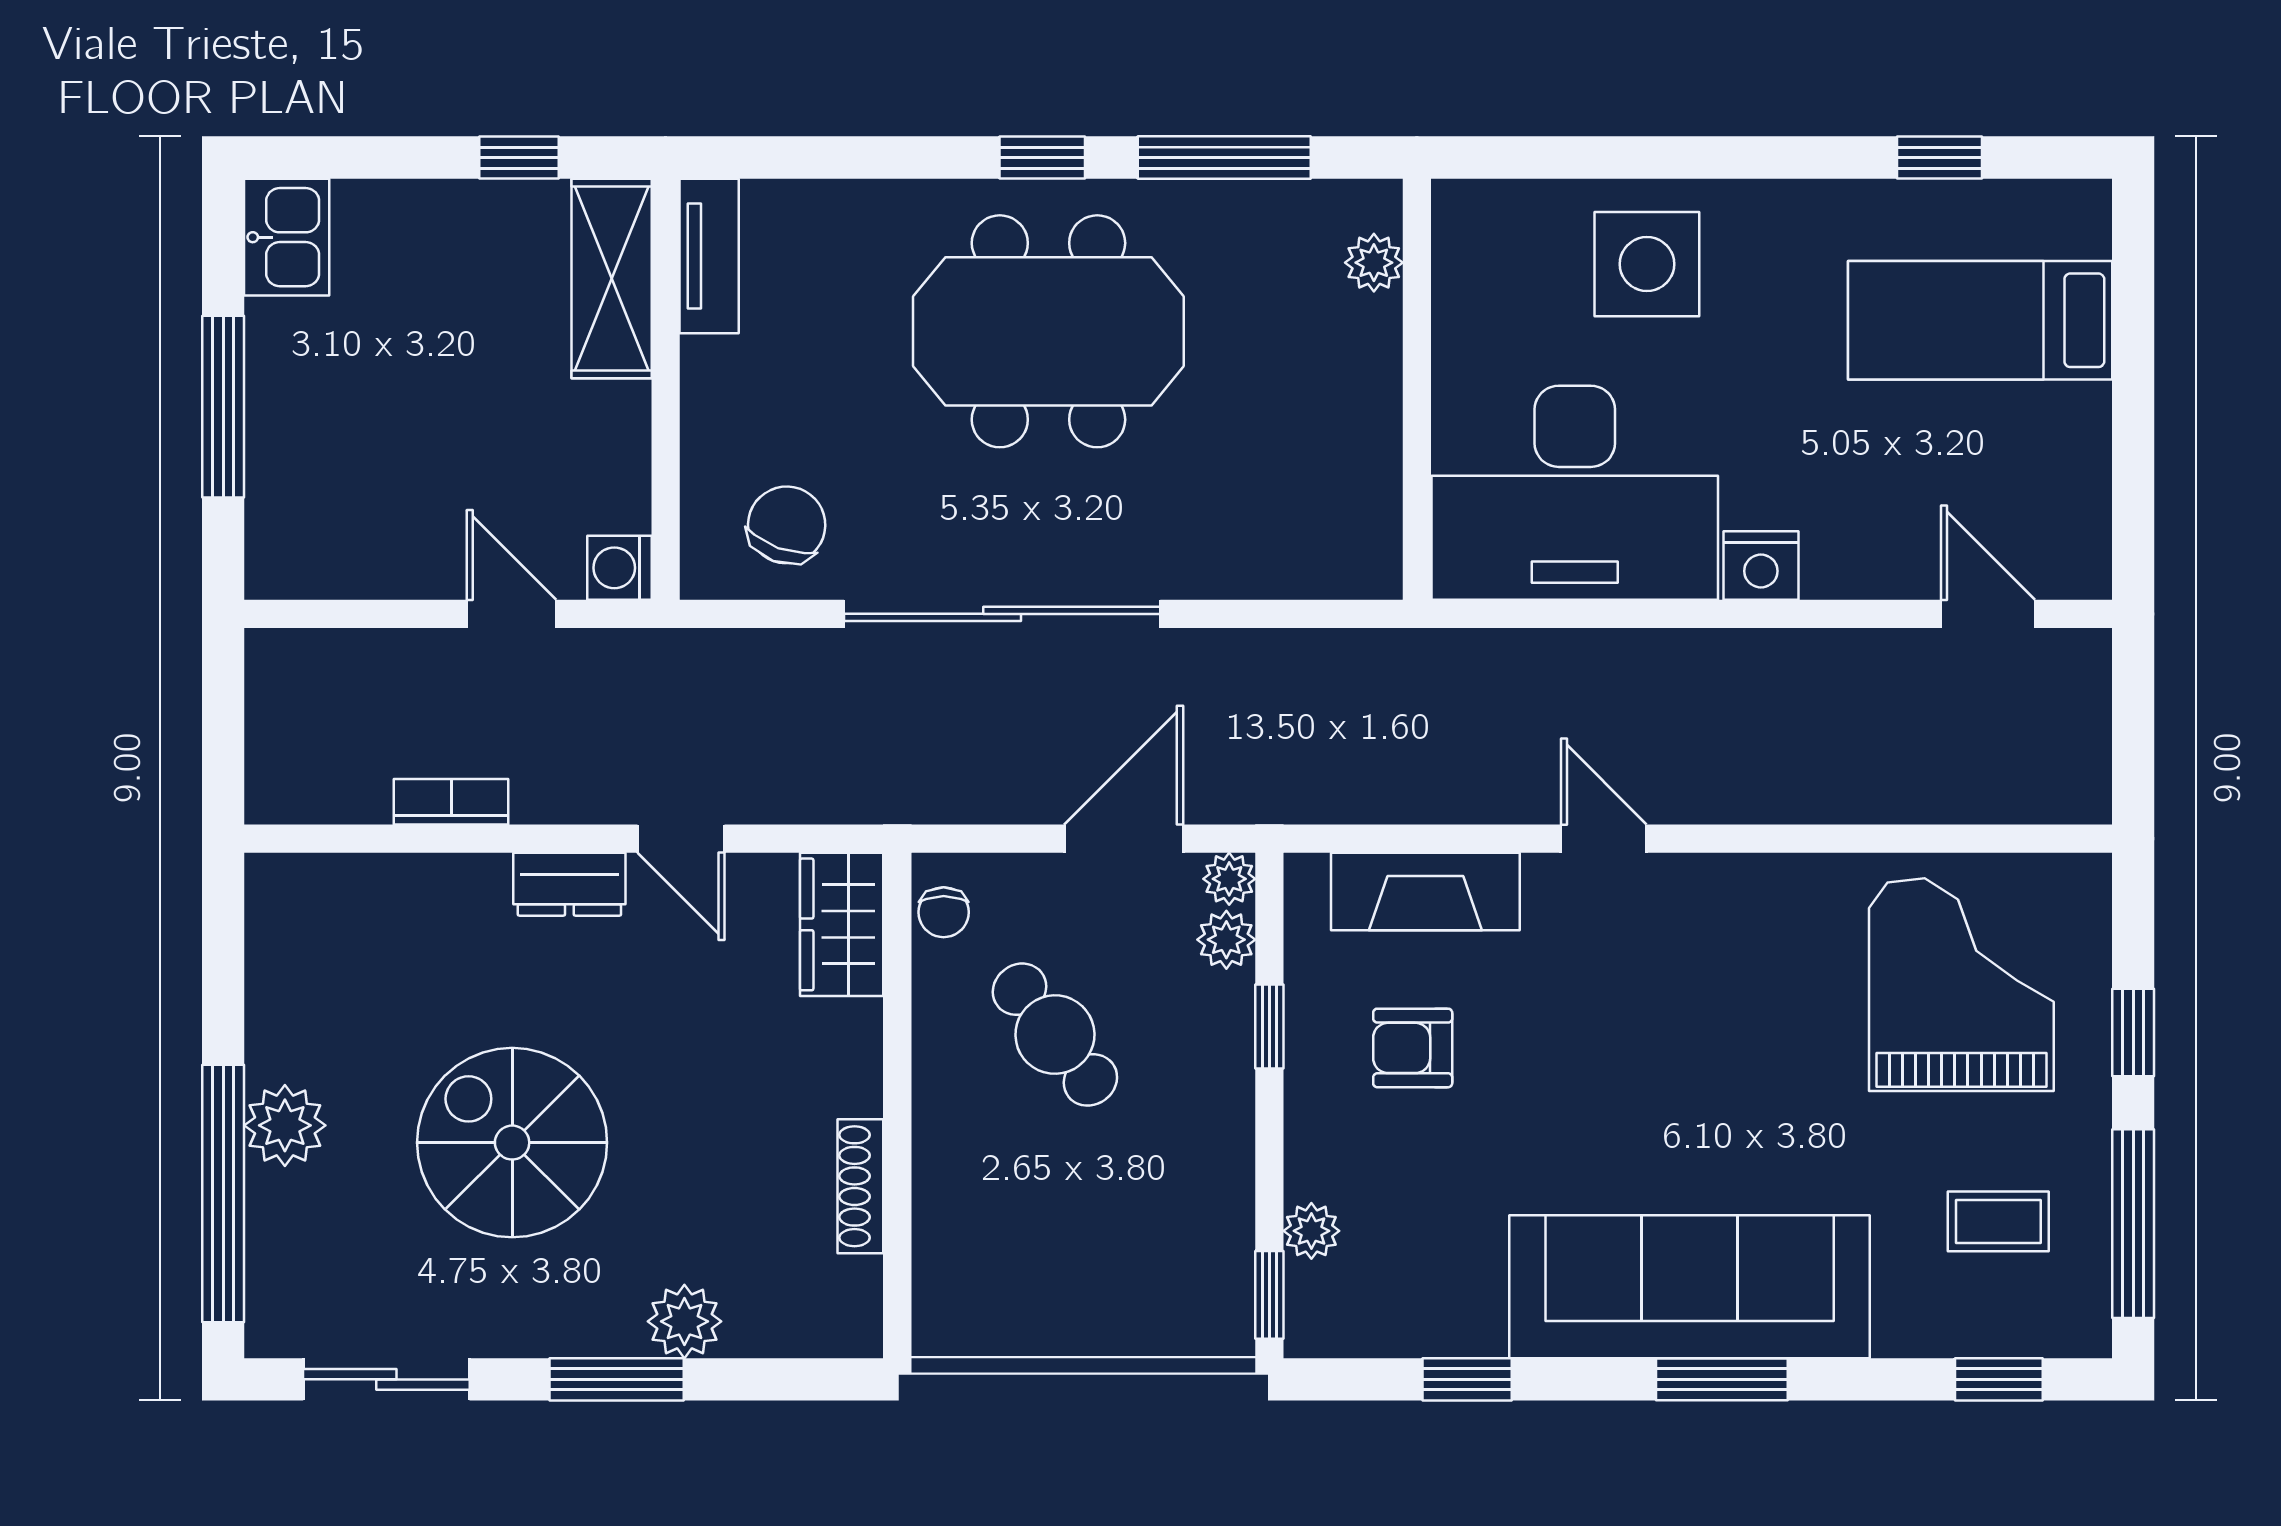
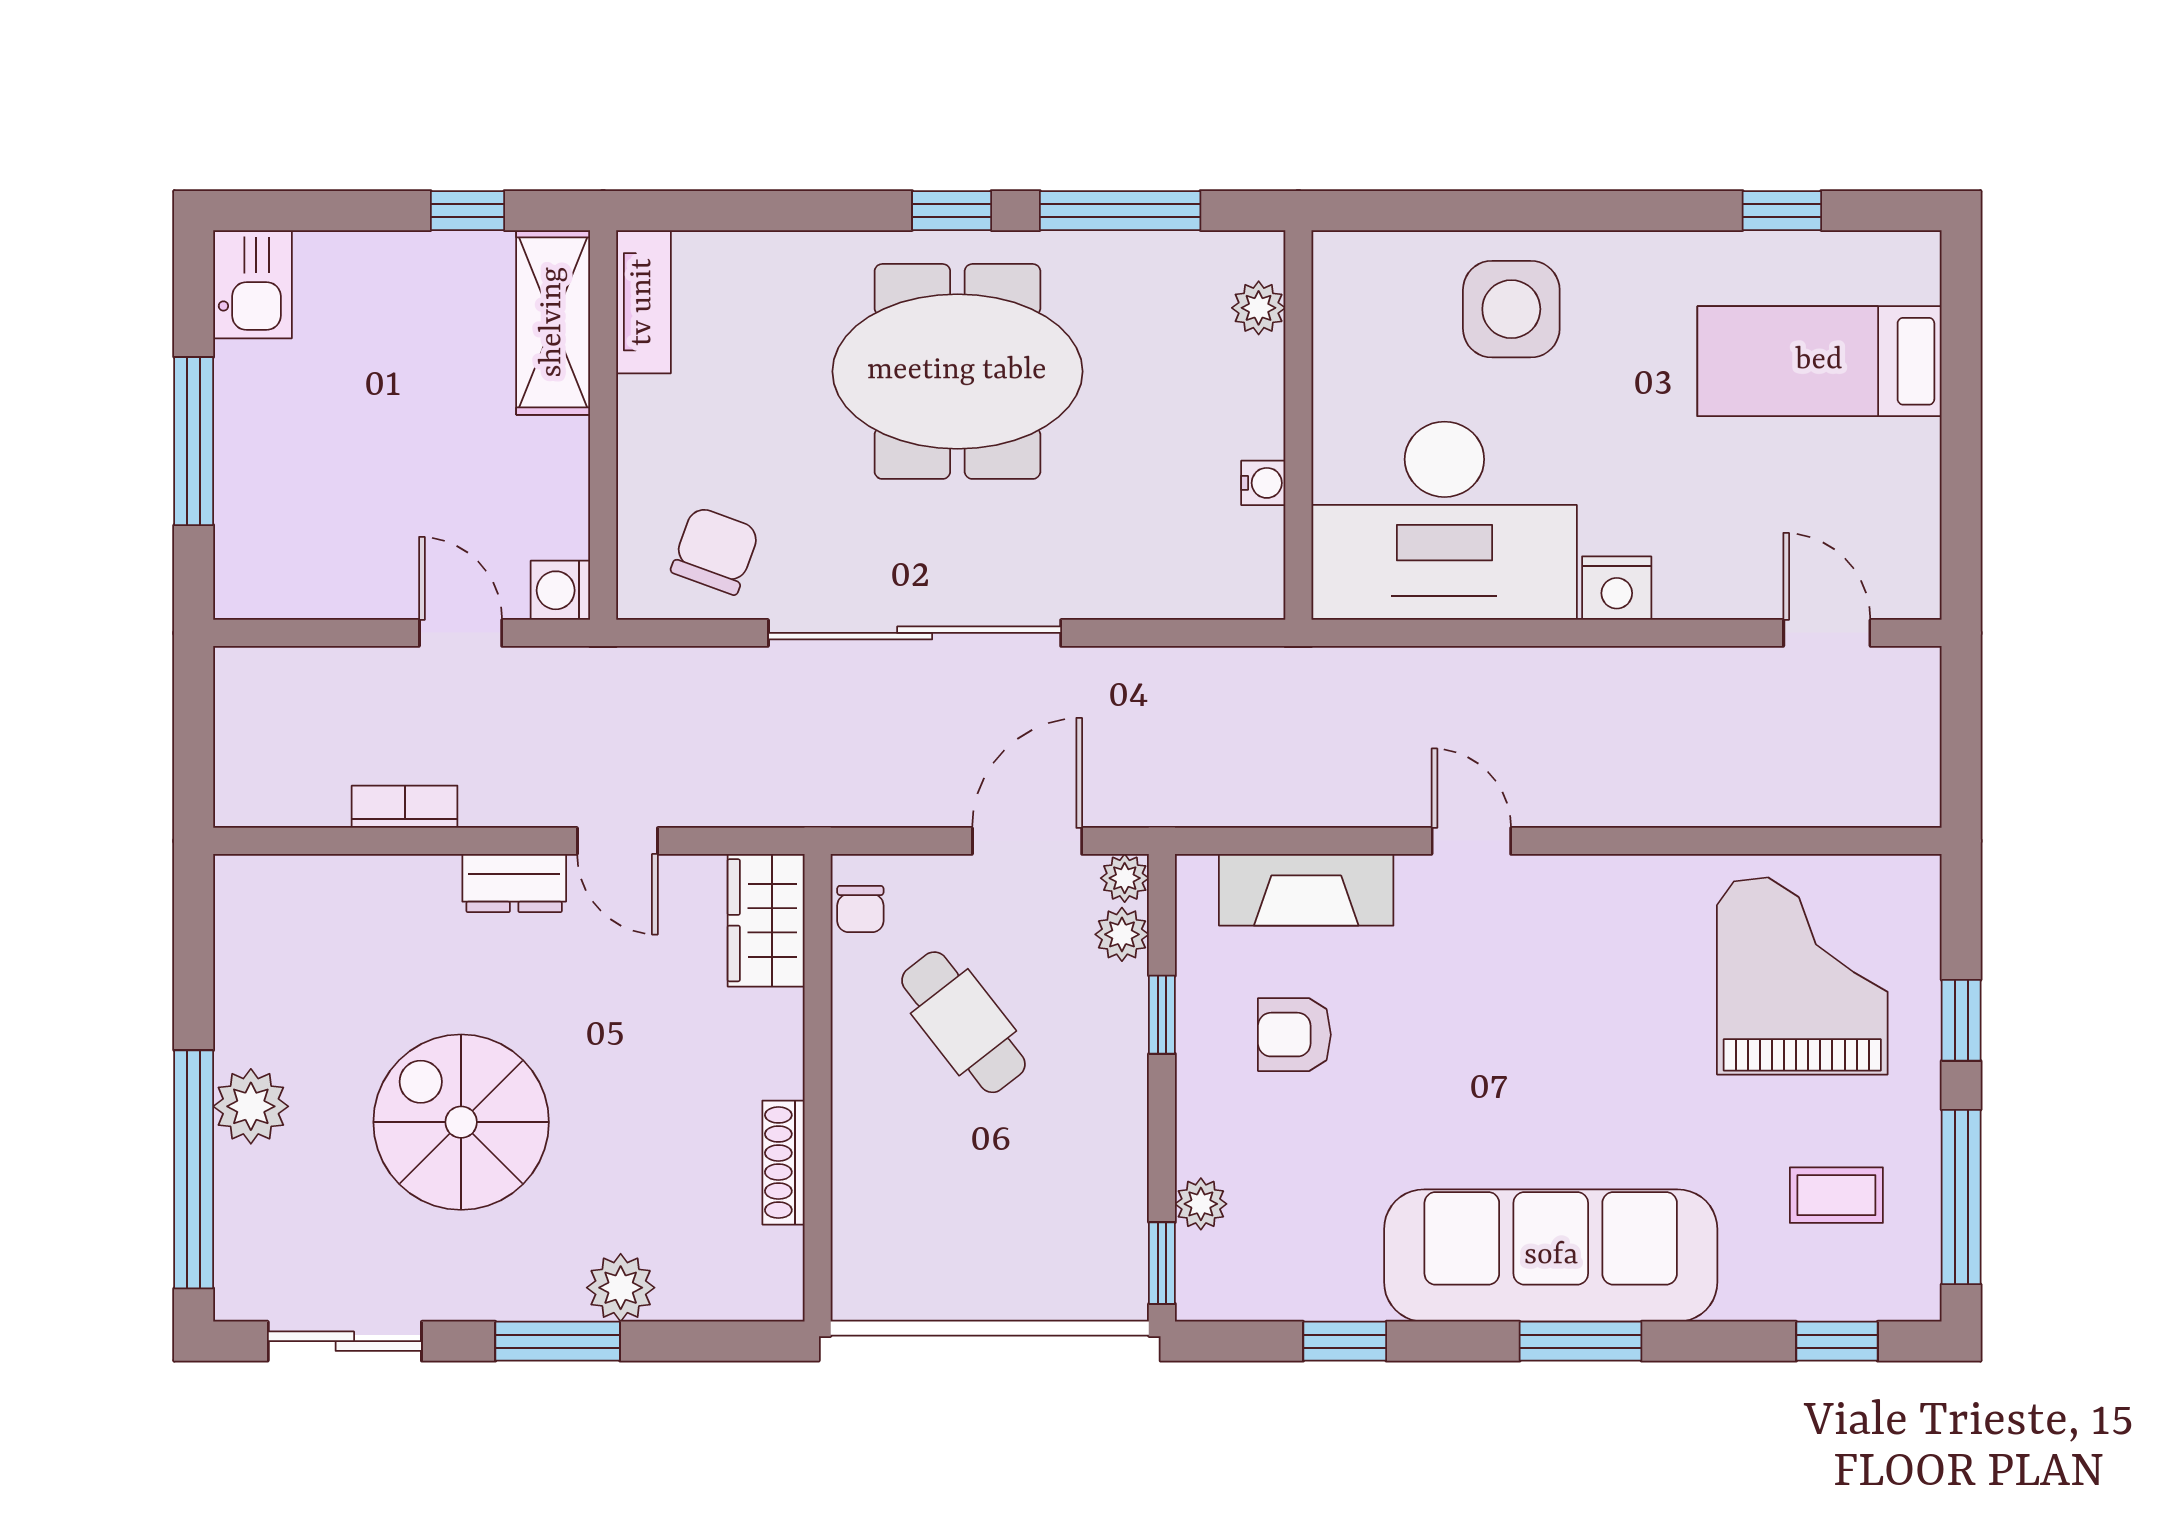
water cooler: (1379, 452) -> (1263, 483), added

